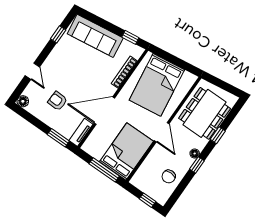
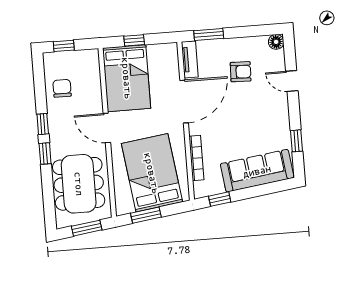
window: (181, 63) -> (146, 215), added
window: (221, 84) -> (87, 228), added
window: (218, 135) -> (45, 154), moved
floor lamp: (195, 154) -> (55, 134), removed
window: (104, 170) -> (134, 40), width x0.46

